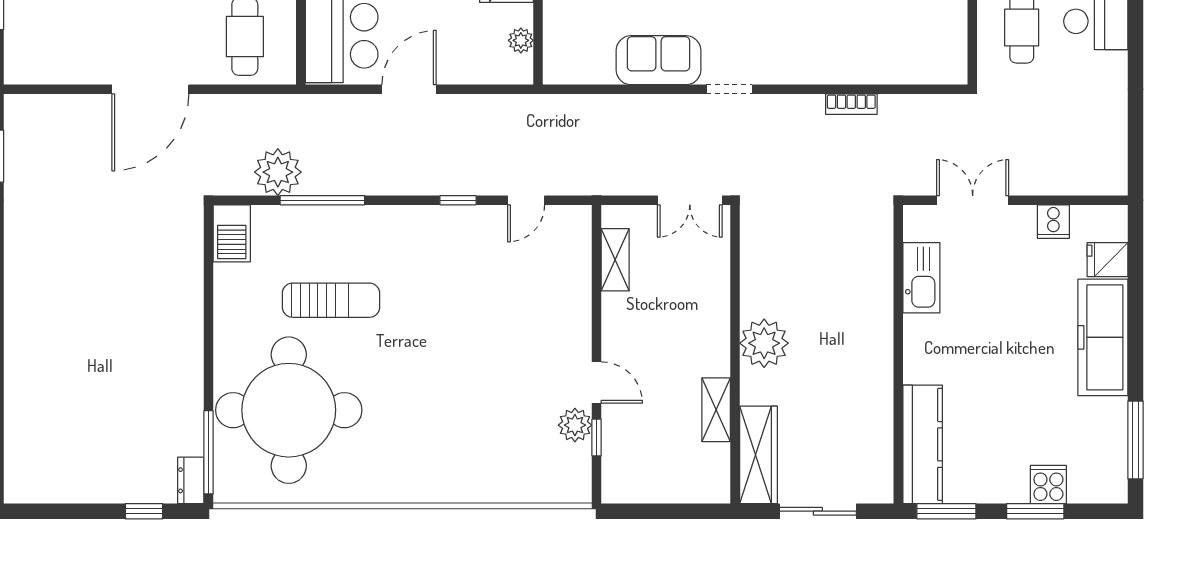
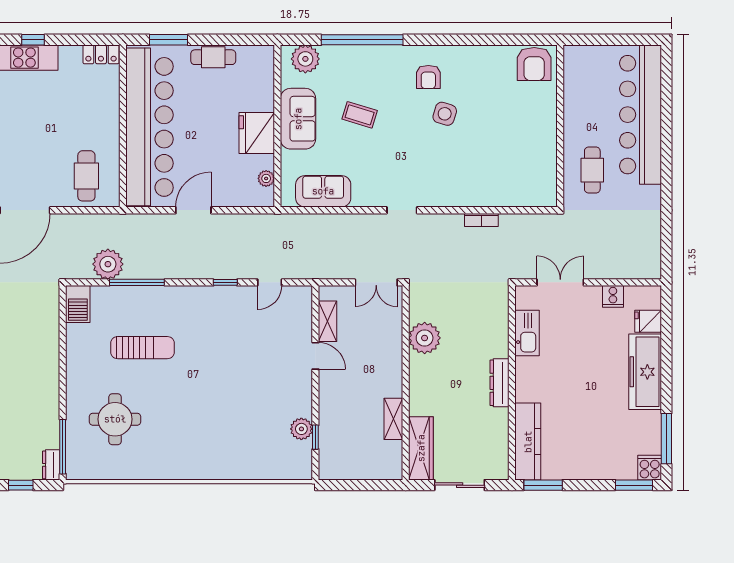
sofa: (658, 60) -> (323, 191), moved
plant: (764, 343) -> (425, 338), moved
dresser: (879, 354) -> (500, 383), added
door: (597, 383) -> (315, 356), moved
round table: (289, 410) -> (115, 419), width x0.54, depth x0.54
cooker: (1048, 484) -> (650, 468), moved
window: (1035, 511) -> (634, 485), moved

